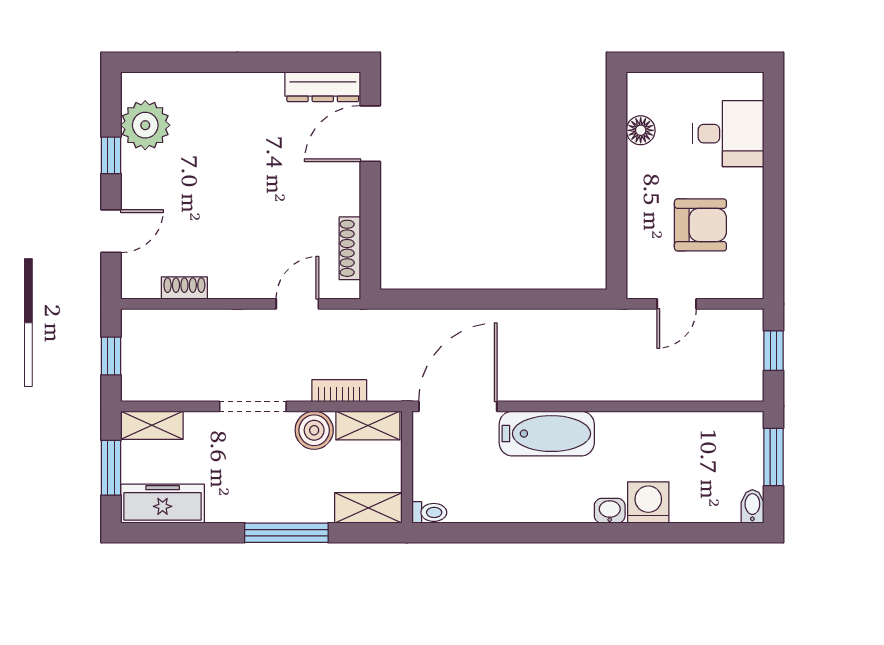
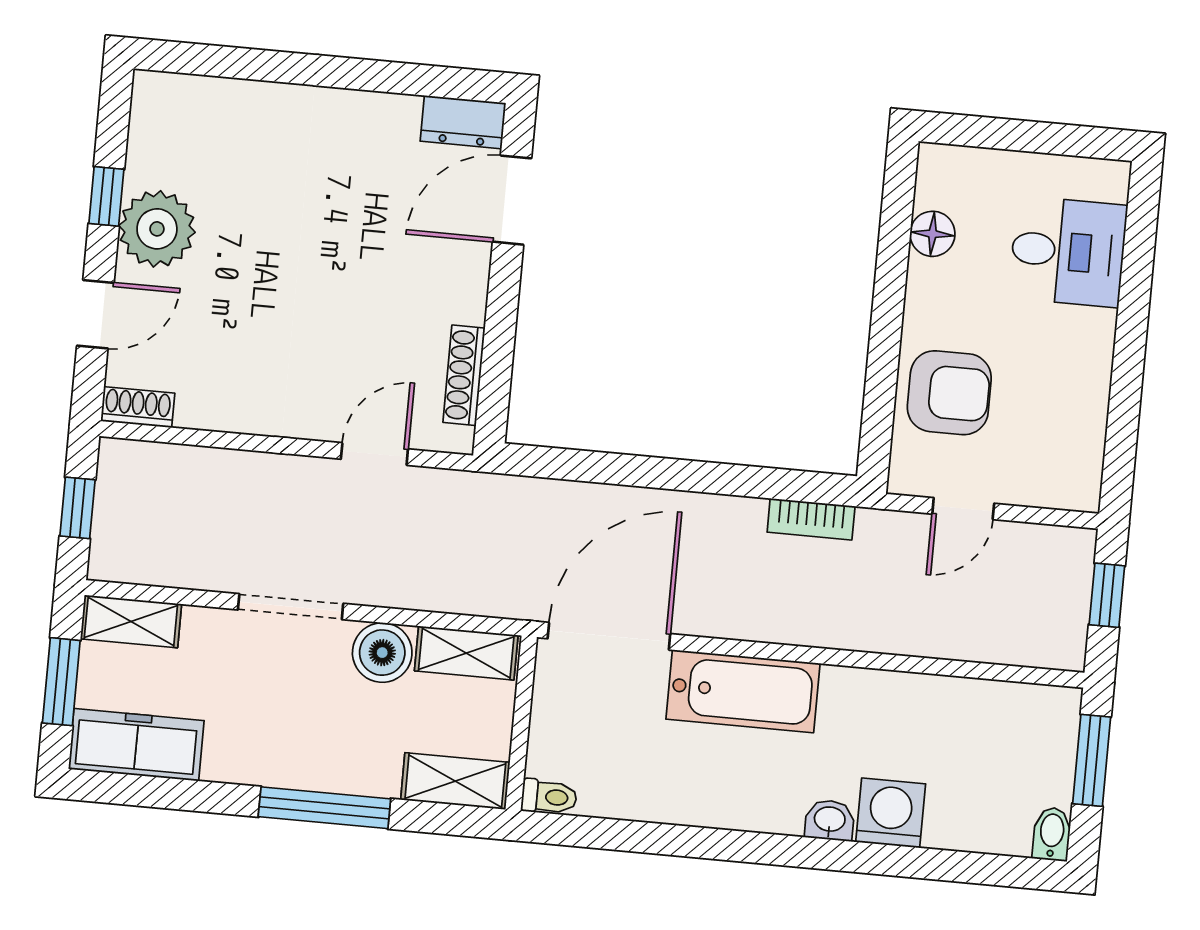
dresser: (323, 87) -> (463, 122), width x0.70
plant: (145, 125) -> (157, 229), moved
armchair: (700, 225) -> (949, 393), moved
shoe rack: (184, 288) -> (138, 407), moved
bookcase: (339, 391) -> (811, 519), moved, turned 180

